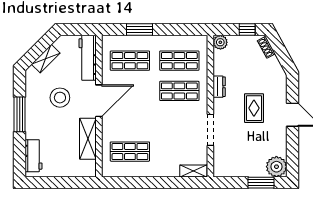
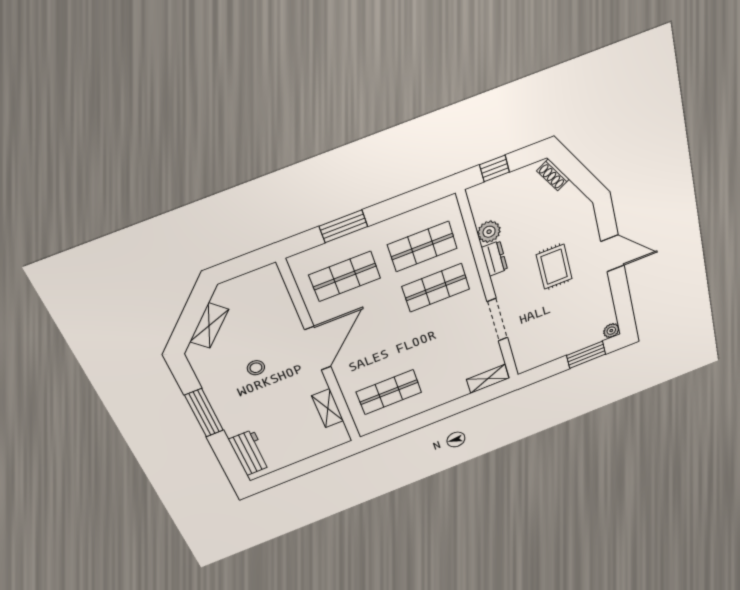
window: (247, 30) -> (495, 168), moved
plant: (220, 42) -> (489, 232), moved
workbench: (88, 58) -> (276, 299), removed
stool: (60, 98) -> (256, 368), width x0.53, depth x0.53
shelving: (88, 139) -> (328, 408), width x0.67, depth x0.75
plant: (276, 167) -> (611, 331), width x0.53, depth x0.53

